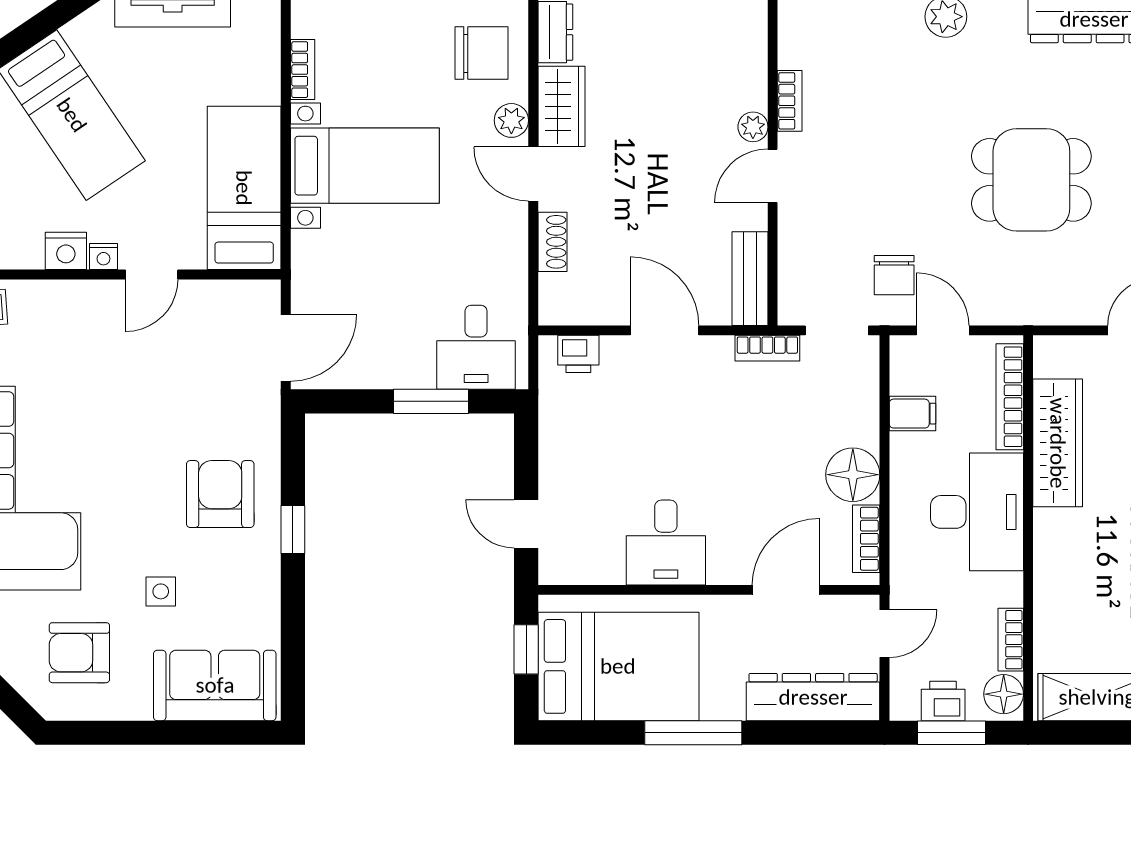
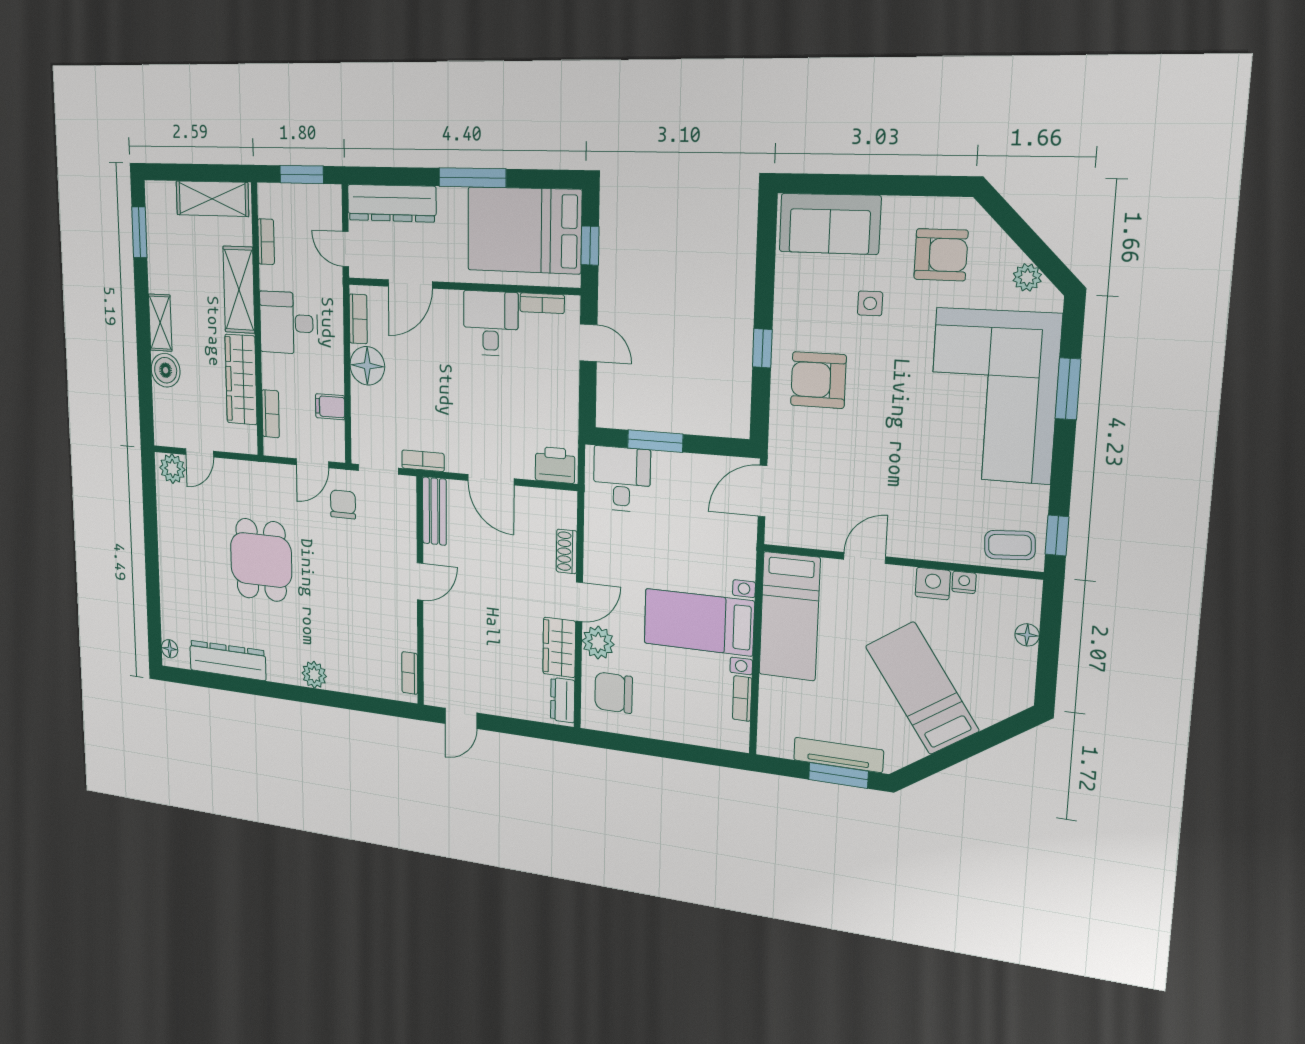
bookcase: (790, 101) -> (410, 673), moved
plant: (511, 120) -> (598, 643), width x1.38, depth x1.38
plant: (753, 127) -> (433, 617), removed
door: (533, 174) -> (579, 602), hinge flipped
dining table: (1031, 180) -> (261, 560), turned 90
nightstand: (103, 257) -> (964, 582), moved
door: (943, 330) -> (312, 463), hinge flipped
printer: (578, 354) -> (555, 465), width x1.36, depth x1.24
bookcase: (1010, 397) -> (271, 414), width x0.64
armchair: (220, 494) -> (818, 380), turned 90
desk: (977, 512) -> (289, 323), width x0.73
shelving: (1057, 571) -> (239, 290), added
bookcase: (592, 573) -> (542, 303), added
door: (884, 634) -> (346, 249), hinge flipped
floor lamp: (1004, 694) -> (270, 202), removed
printer: (943, 701) -> (307, 198), removed

